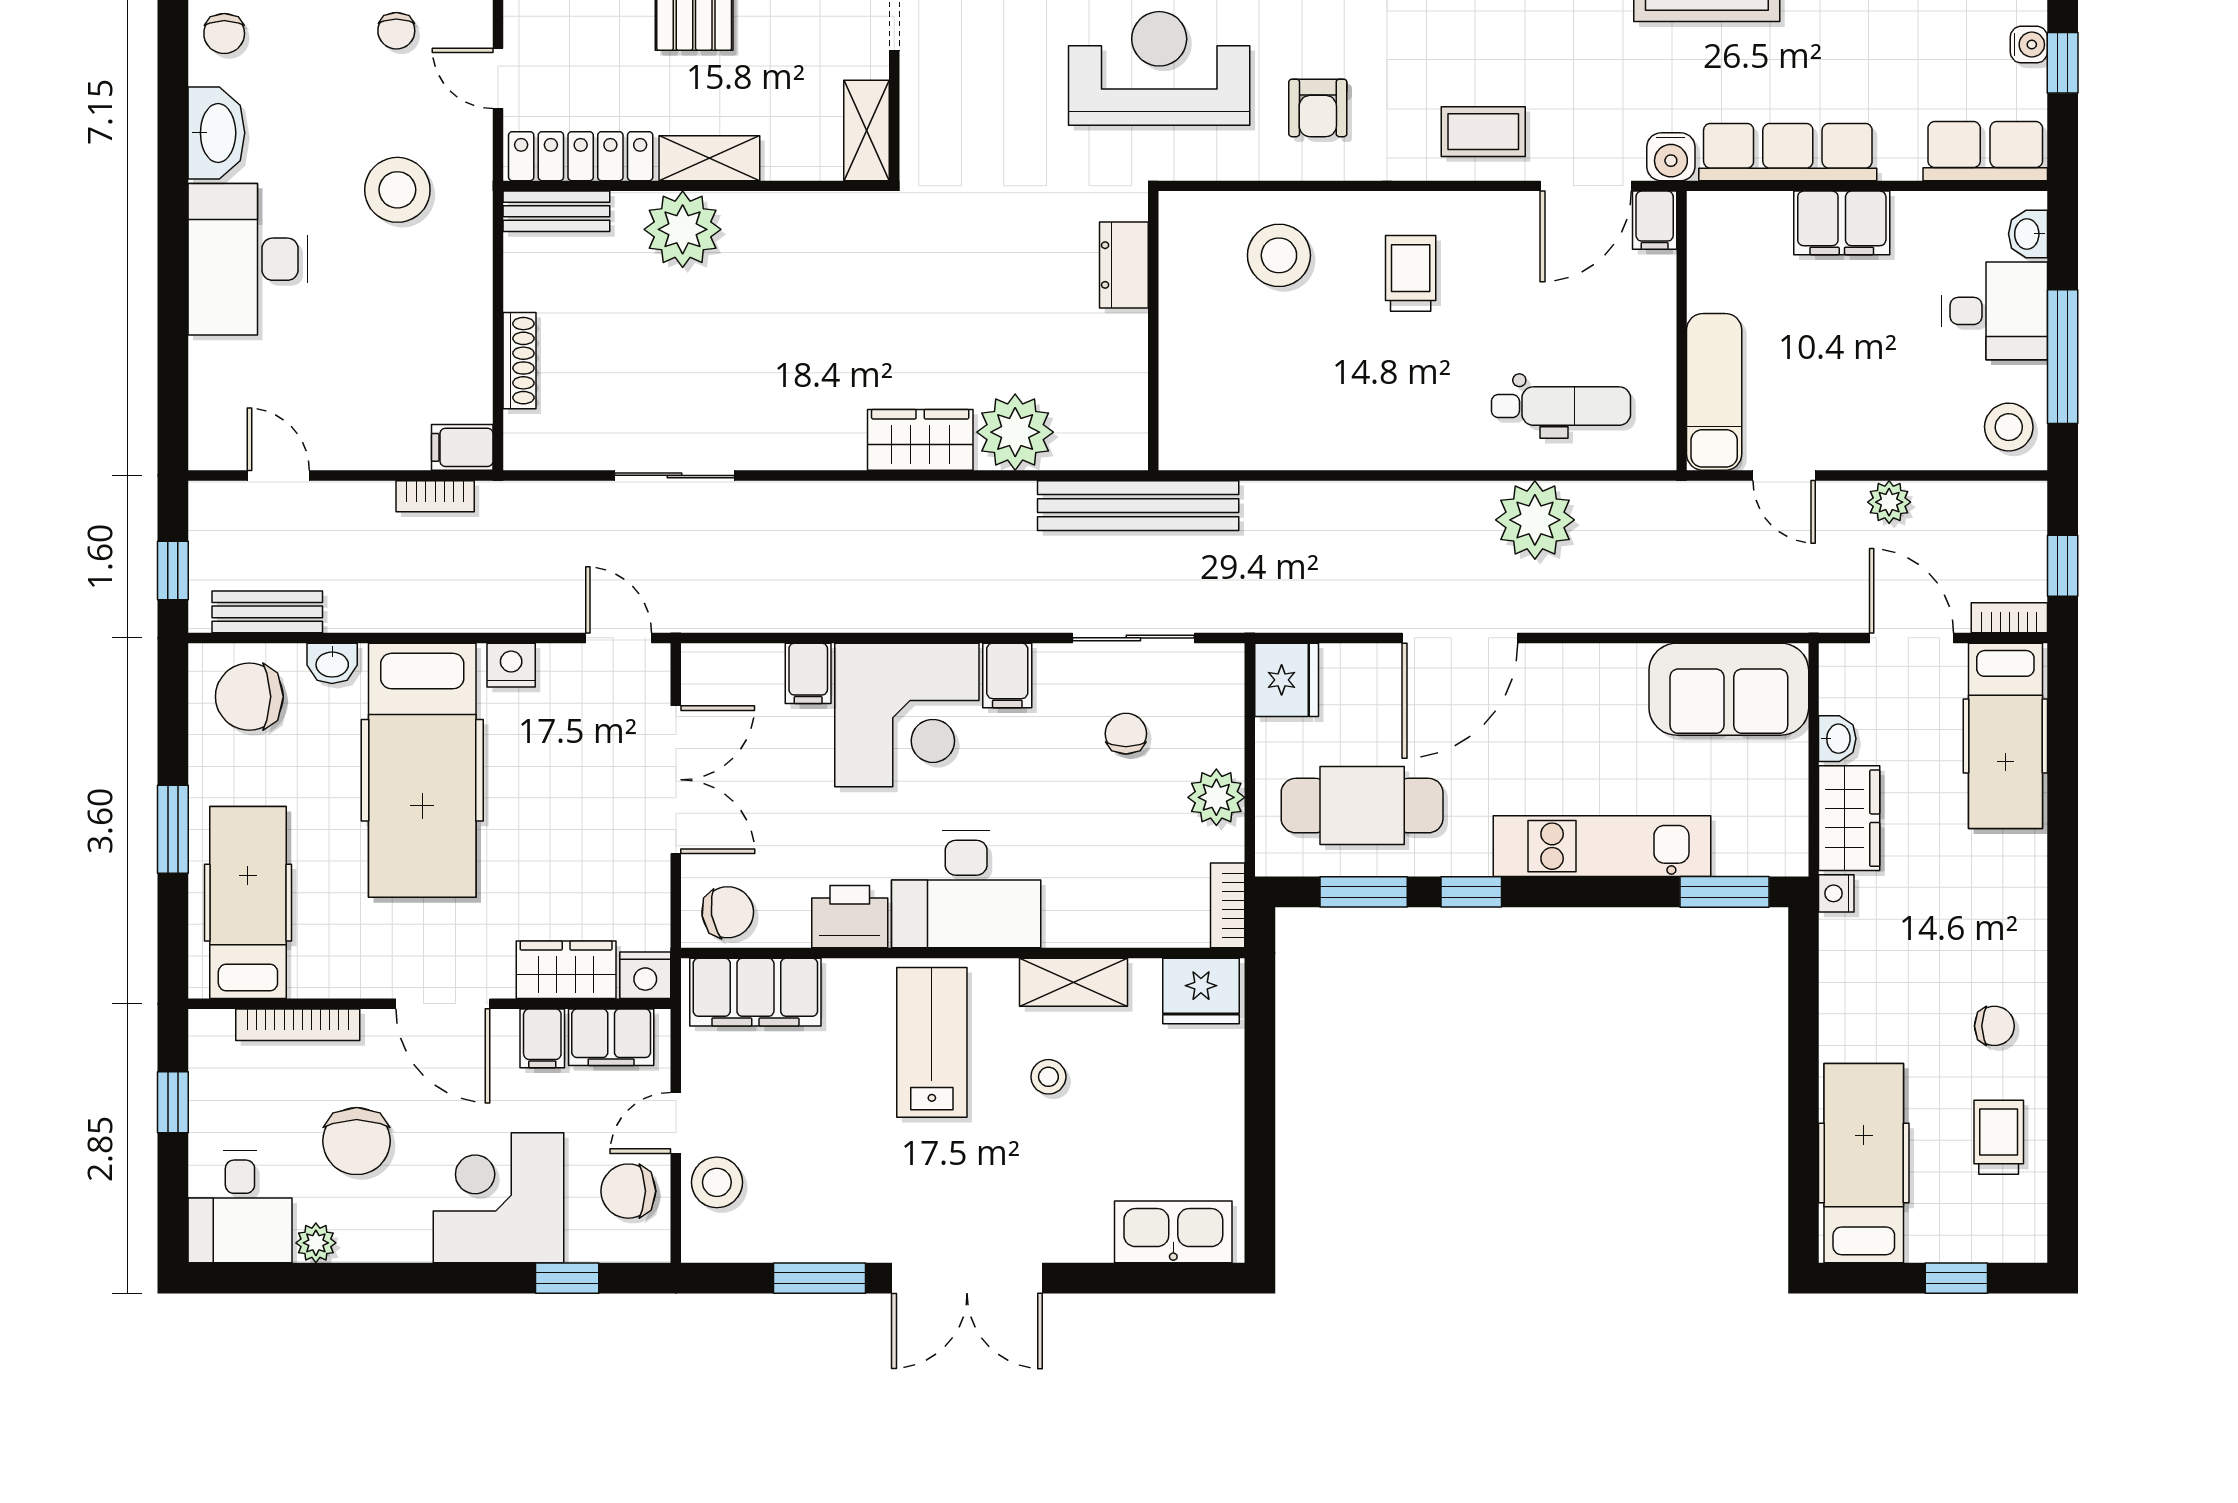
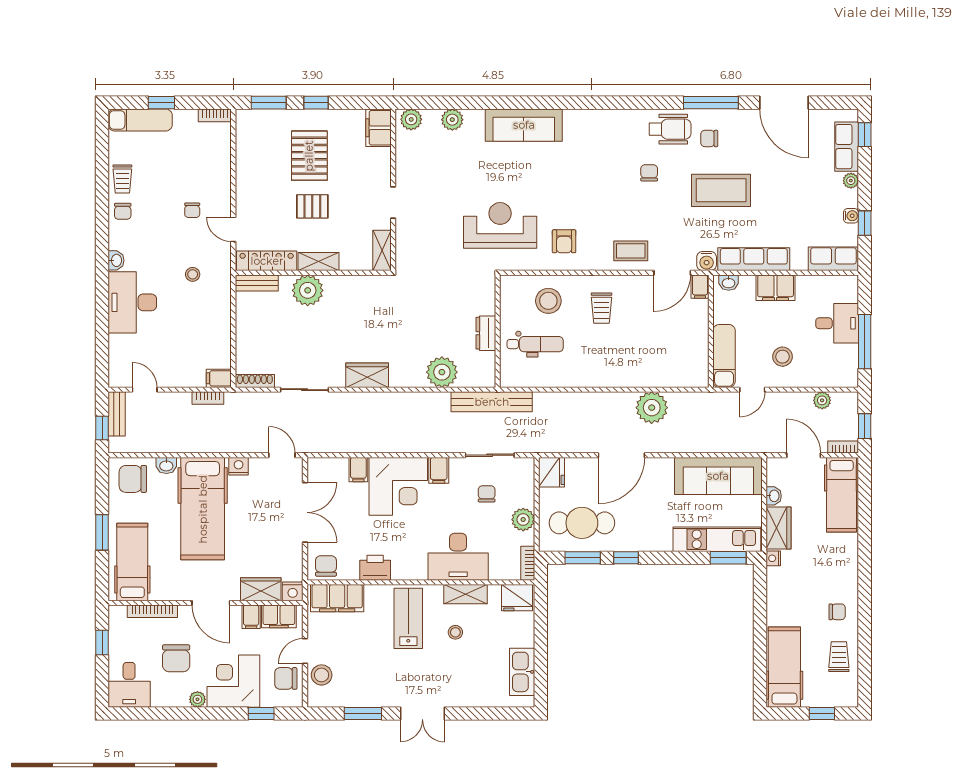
washbasin: (216, 133) -> (116, 260), width x0.52, depth x0.69
stool: (397, 190) -> (193, 274), width x0.53, depth x0.53
washbasin: (2028, 234) -> (729, 283), moved, turned -90
dresser: (1124, 265) -> (486, 333), moved
trolley: (1411, 273) -> (602, 308), turned 180
shoe rack: (519, 361) -> (255, 381), moved, turned -90
dental chair: (1561, 406) -> (535, 344), moved
stool: (2009, 427) -> (783, 357), moved
wardrobe: (920, 440) -> (367, 375), moved
door: (1784, 475) -> (752, 390), hinge flipped
plant: (1889, 502) -> (822, 400), moved
bench: (267, 612) -> (117, 414), moved, turned 90
sofa: (1729, 689) -> (718, 476), width x1.36
kitchen unit: (1602, 846) -> (717, 539), moved
desk: (966, 889) -> (458, 557), moved
chair: (728, 912) -> (326, 566), turned -81
kitchen sink: (1173, 1232) -> (522, 672), moved, turned -90
plant: (316, 1243) -> (197, 699), moved
double door: (967, 1278) -> (422, 714), width x0.73

